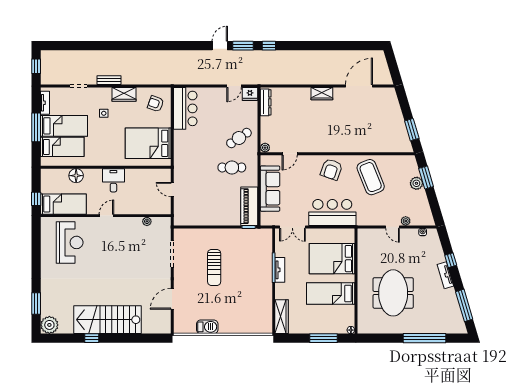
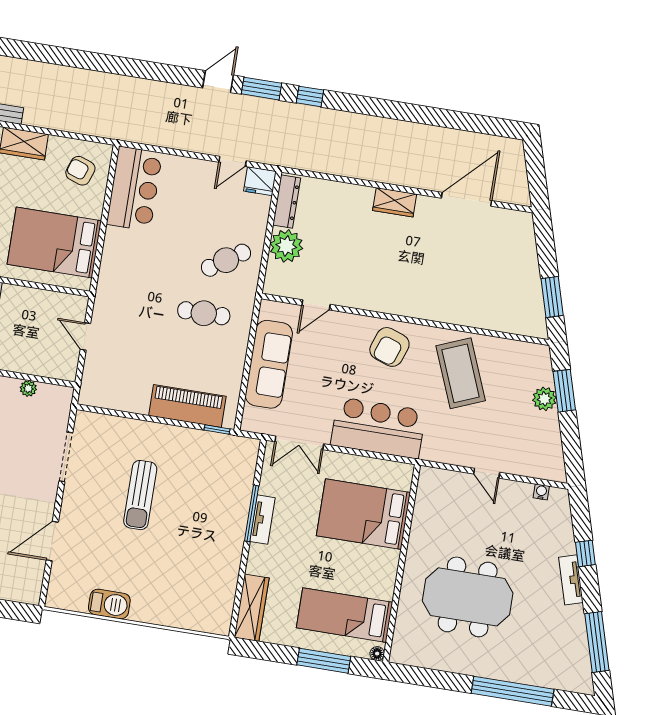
plant: (265, 148) -> (286, 246), moved, width x1.88, depth x1.88
piano: (249, 206) -> (187, 406), moved, turned 90
plant: (406, 221) -> (513, 466), removed
bed: (331, 293) -> (344, 615), moved
meeting table: (393, 293) -> (468, 597), turned 90

